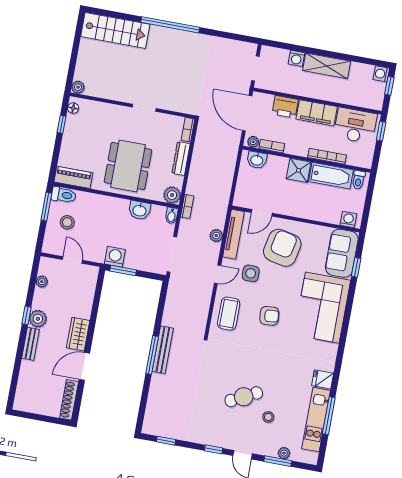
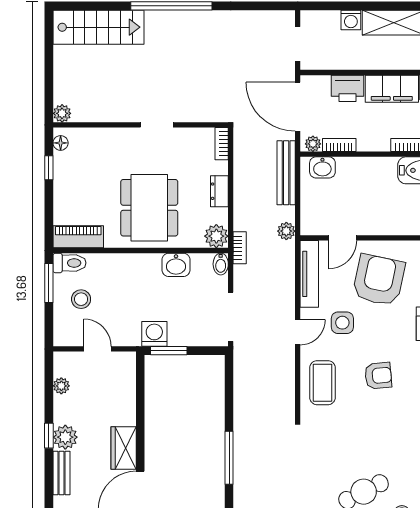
dresser: (181, 158) -> (219, 191), width x0.70
shower: (299, 170) -> (382, 171), removed
plant: (216, 236) -> (286, 231), moved
bench: (163, 350) -> (286, 173), moved

